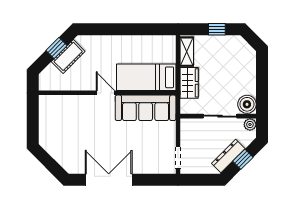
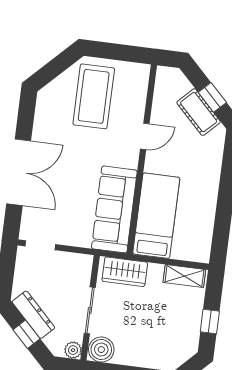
wardrobe: (189, 83) -> (125, 272), moved
door: (105, 93) -> (145, 136), moved
coffee table: (67, 133) -> (94, 96), added
double door: (109, 180) -> (19, 172), moved

